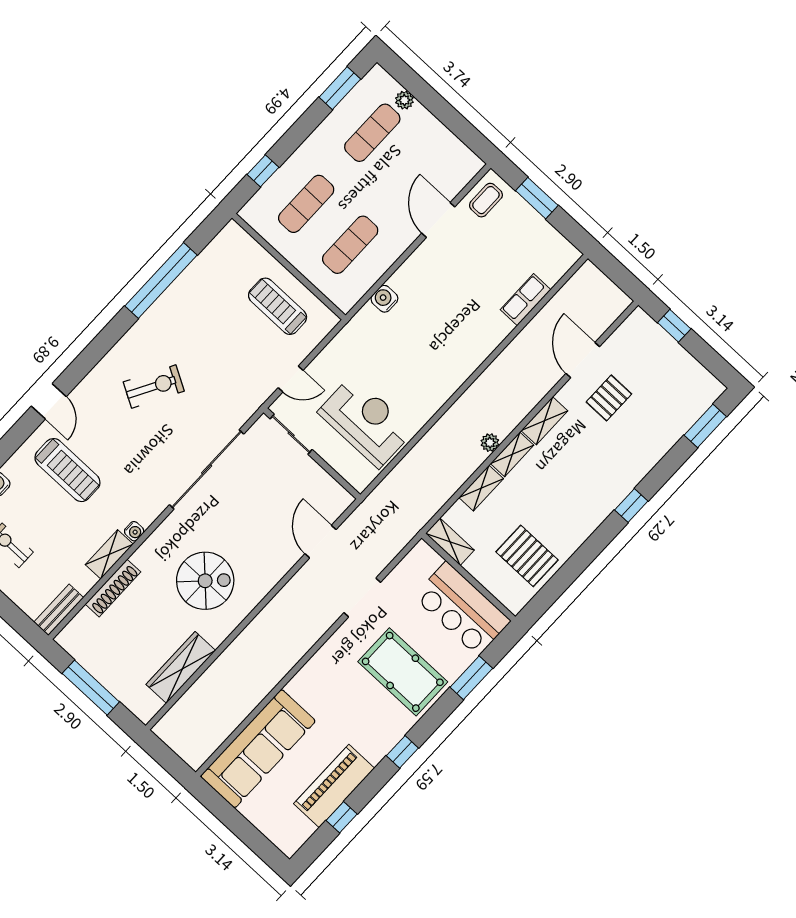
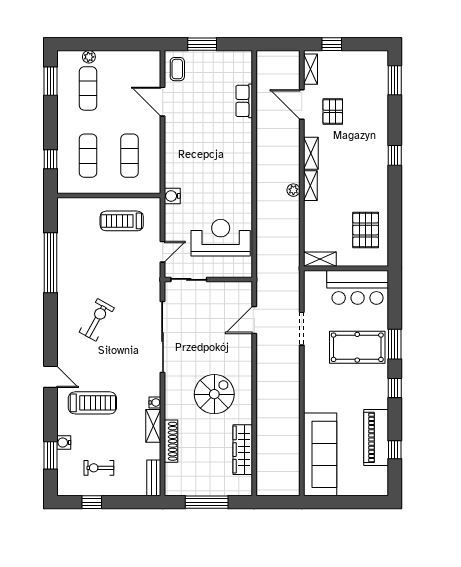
water cooler: (384, 299) -> (172, 196), moved
shelving: (481, 488) -> (311, 69), moved
door: (320, 542) -> (254, 320), hinge flipped
pallet: (527, 556) -> (366, 230), turned 90
window: (471, 678) -> (395, 344), moved

